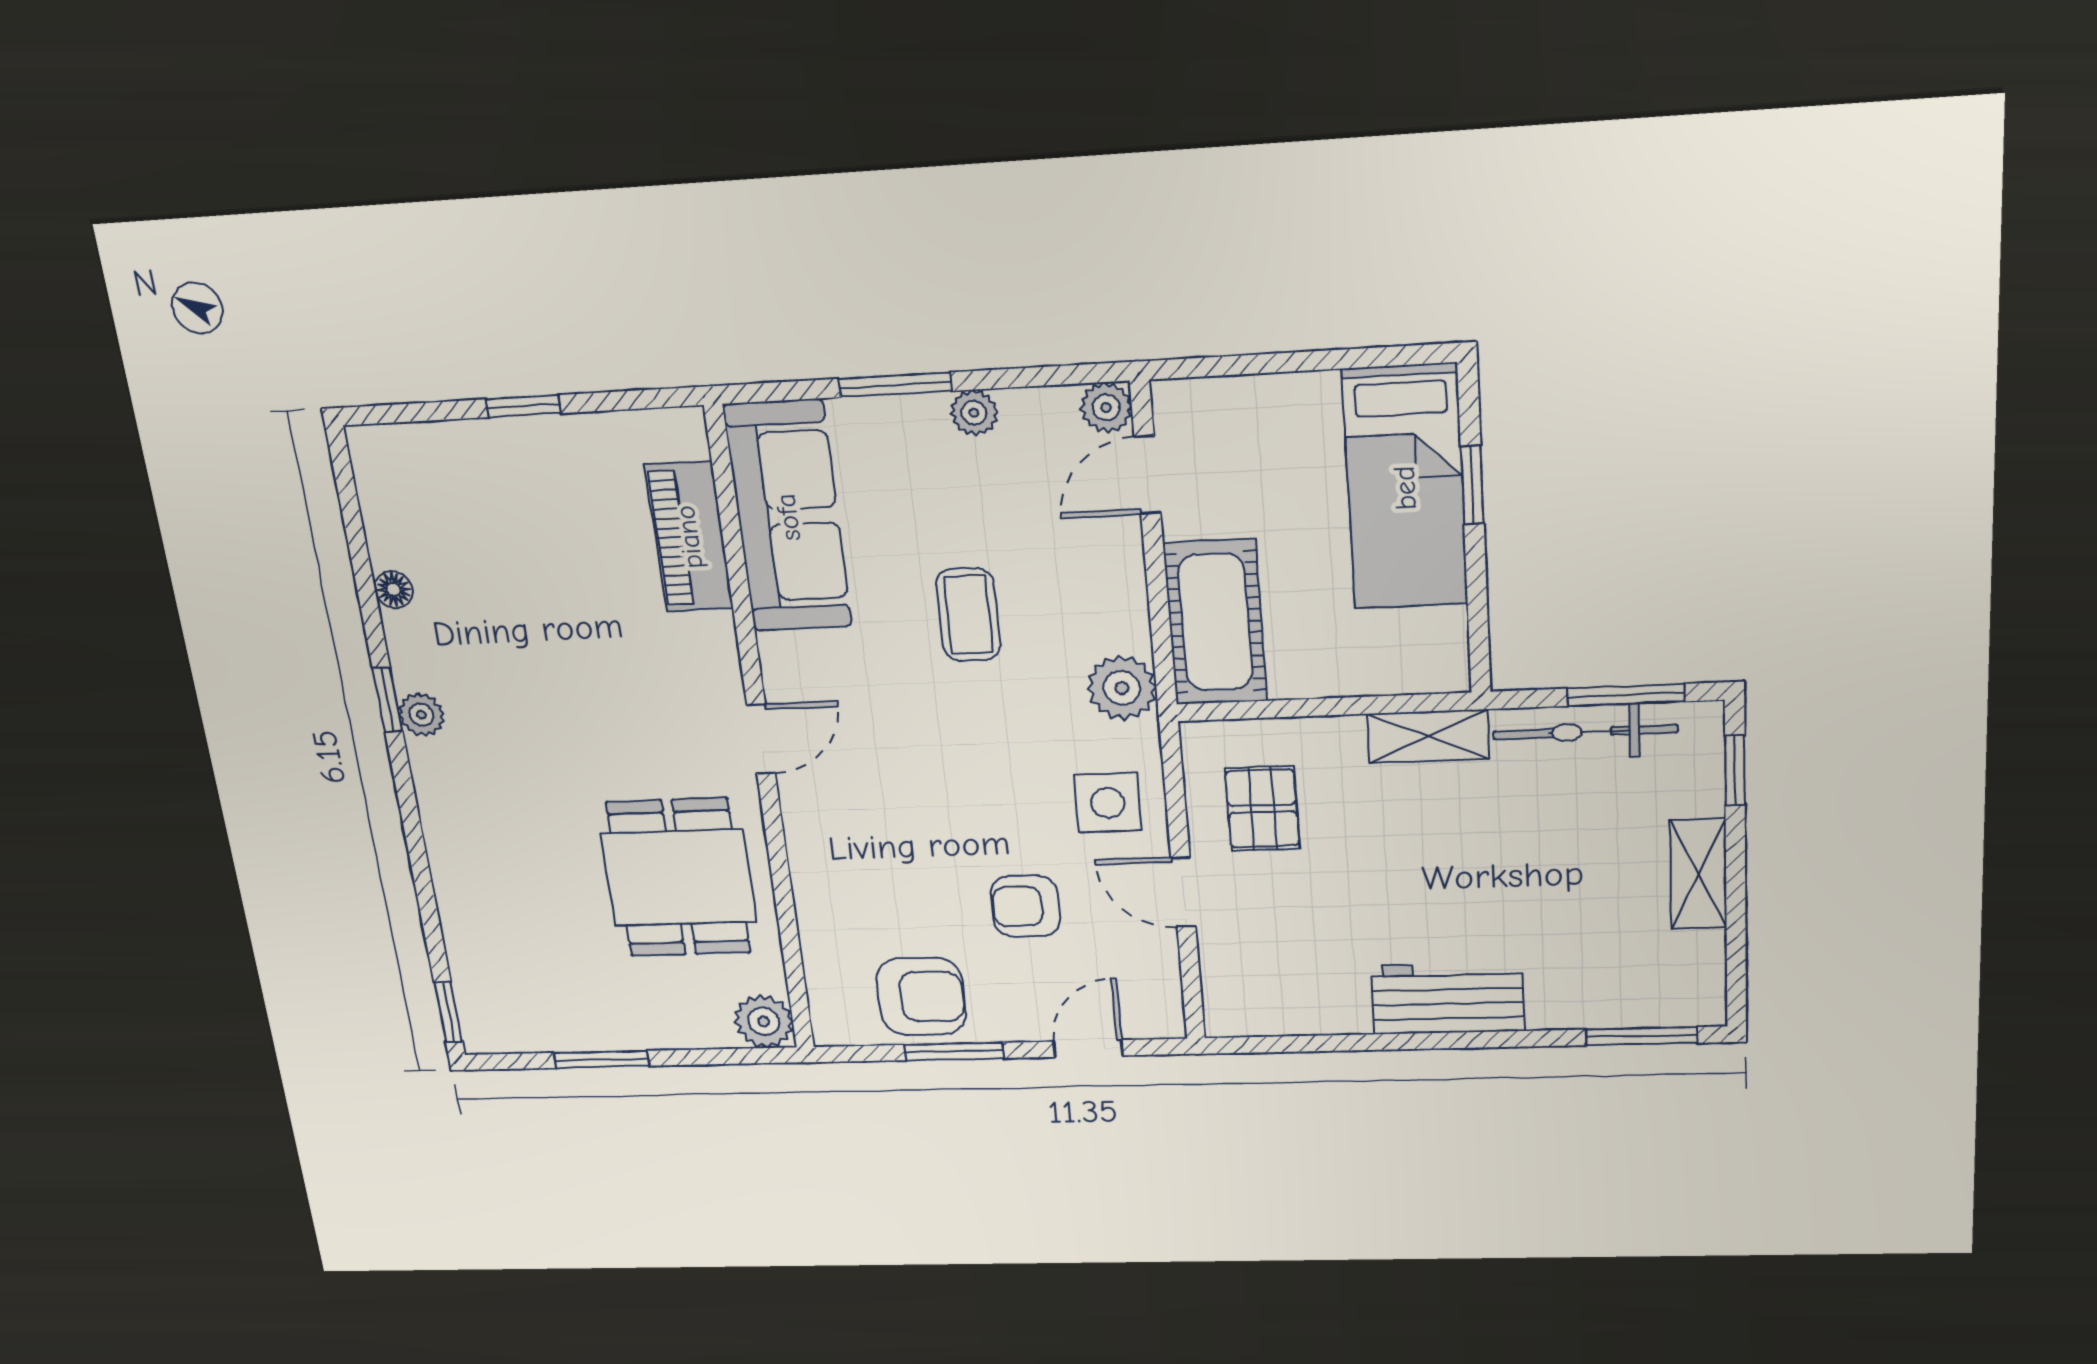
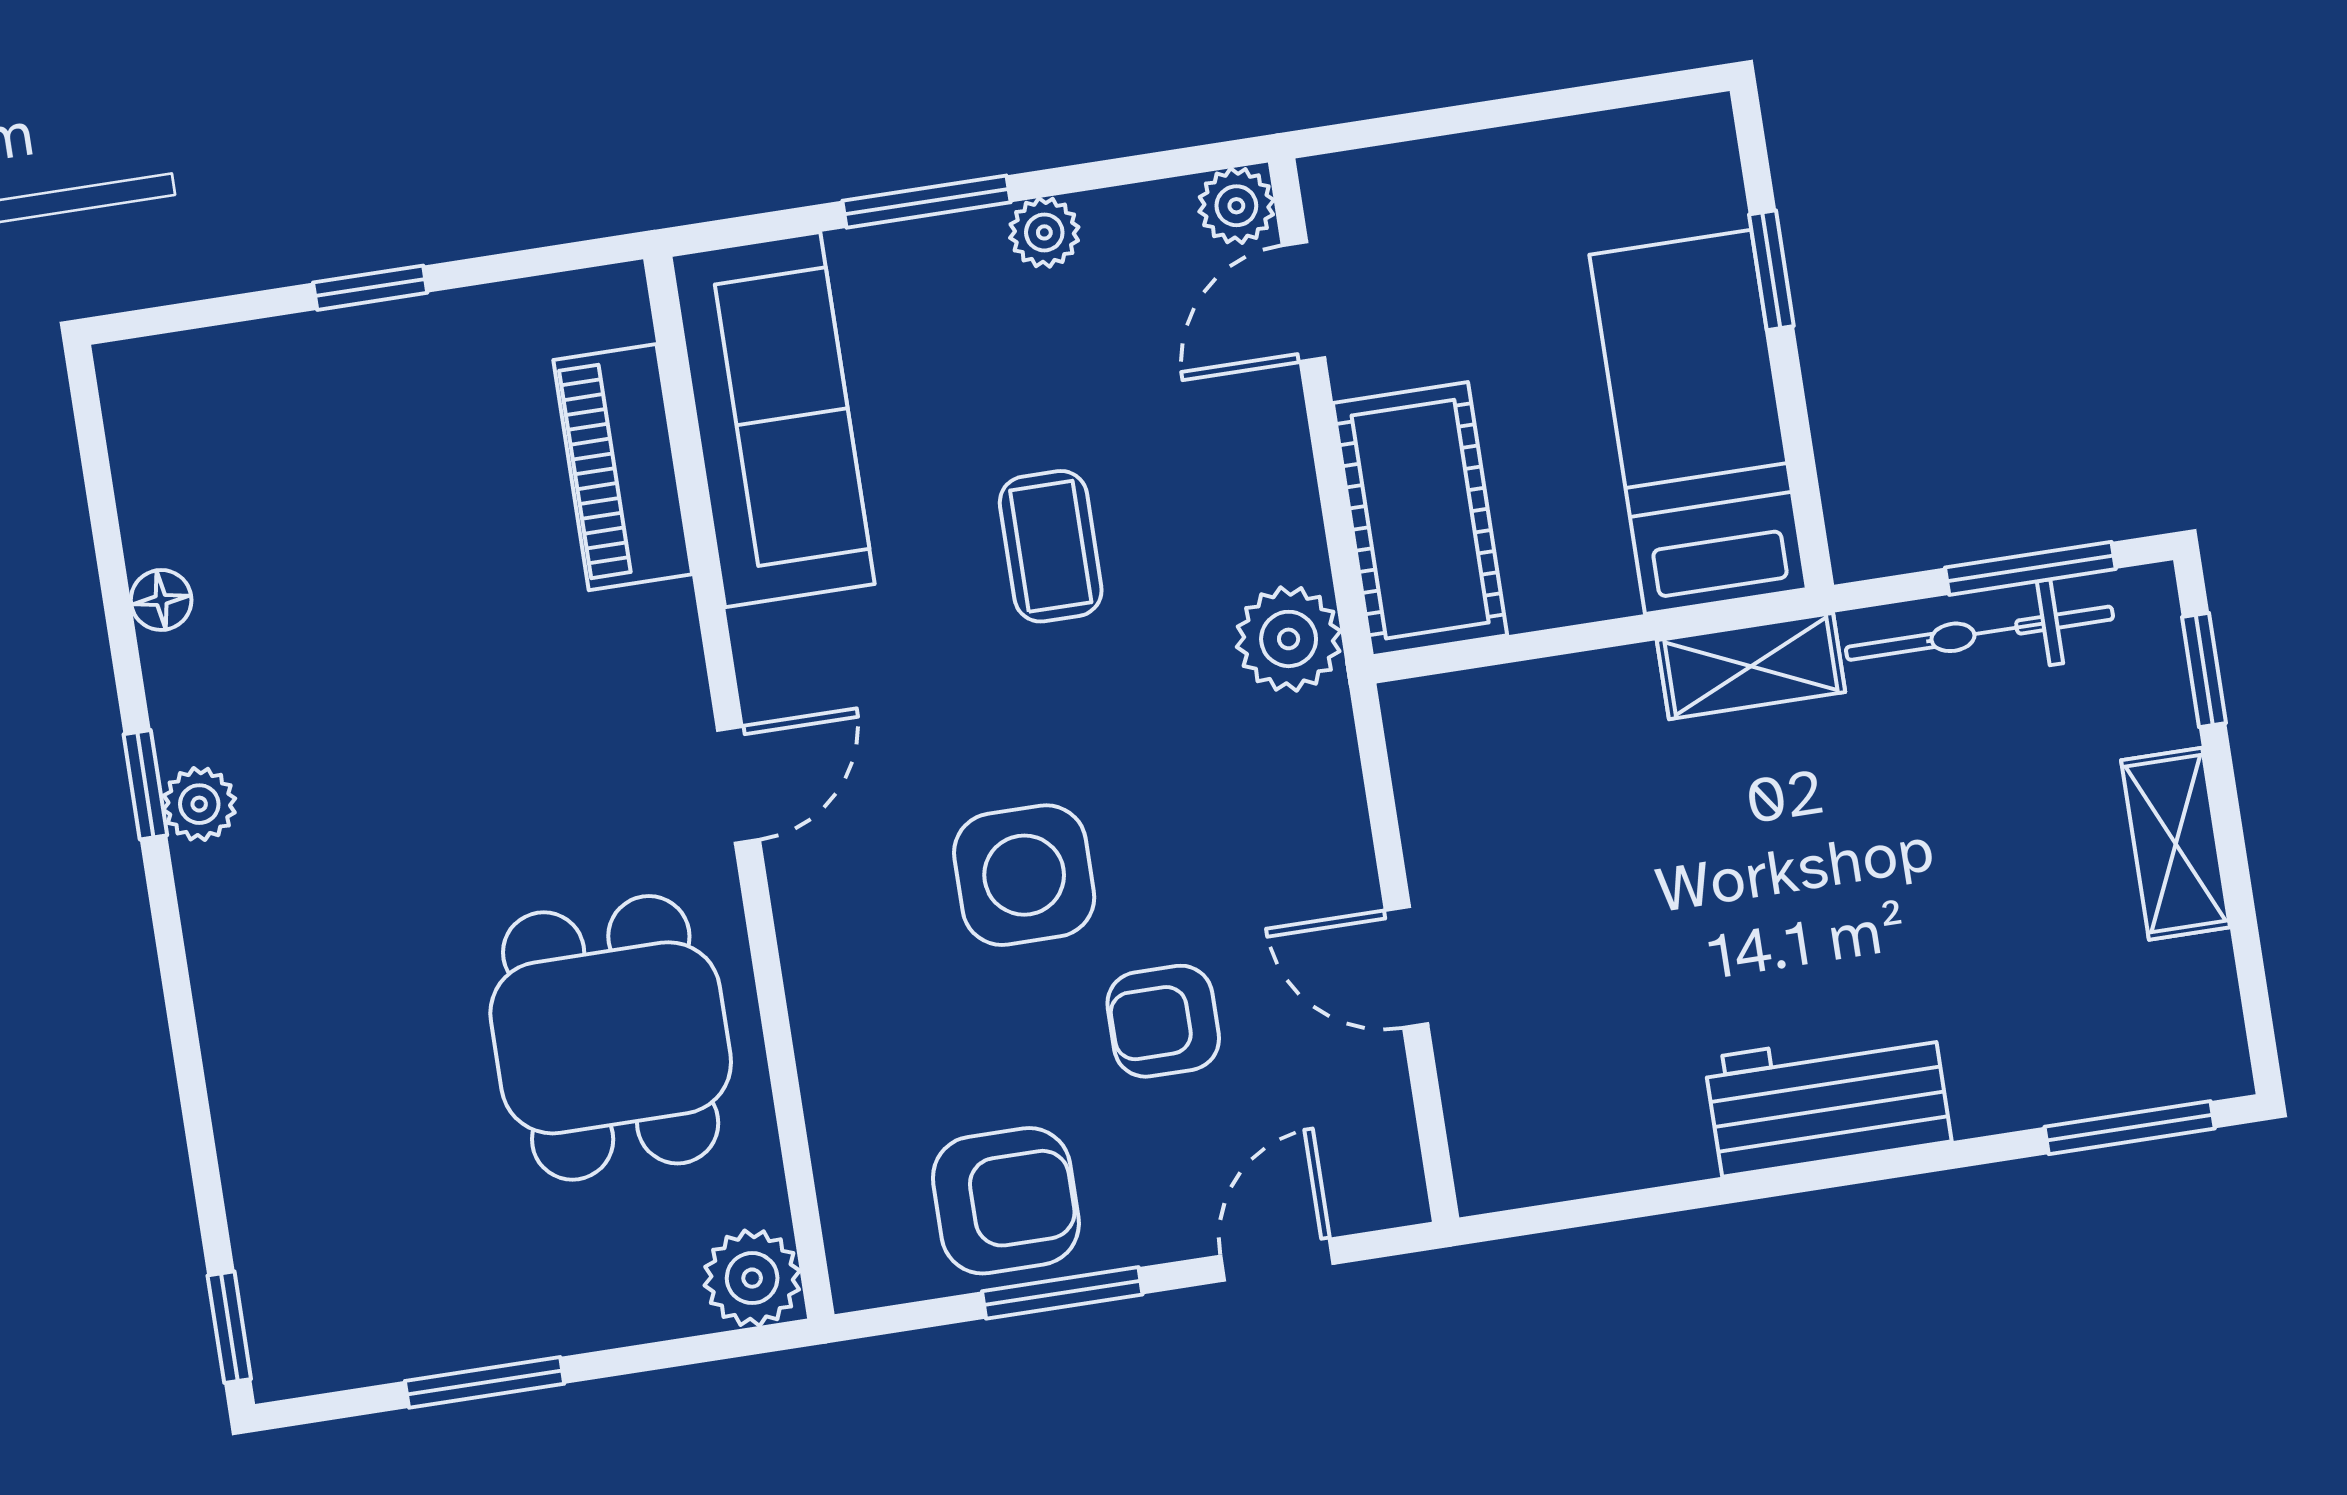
bed: (1405, 488) -> (1698, 422), moved, turned 180
side table: (1108, 803) -> (1024, 875), moved, width x1.37, depth x1.37
pallet: (1262, 809) -> (1515, 812), removed

